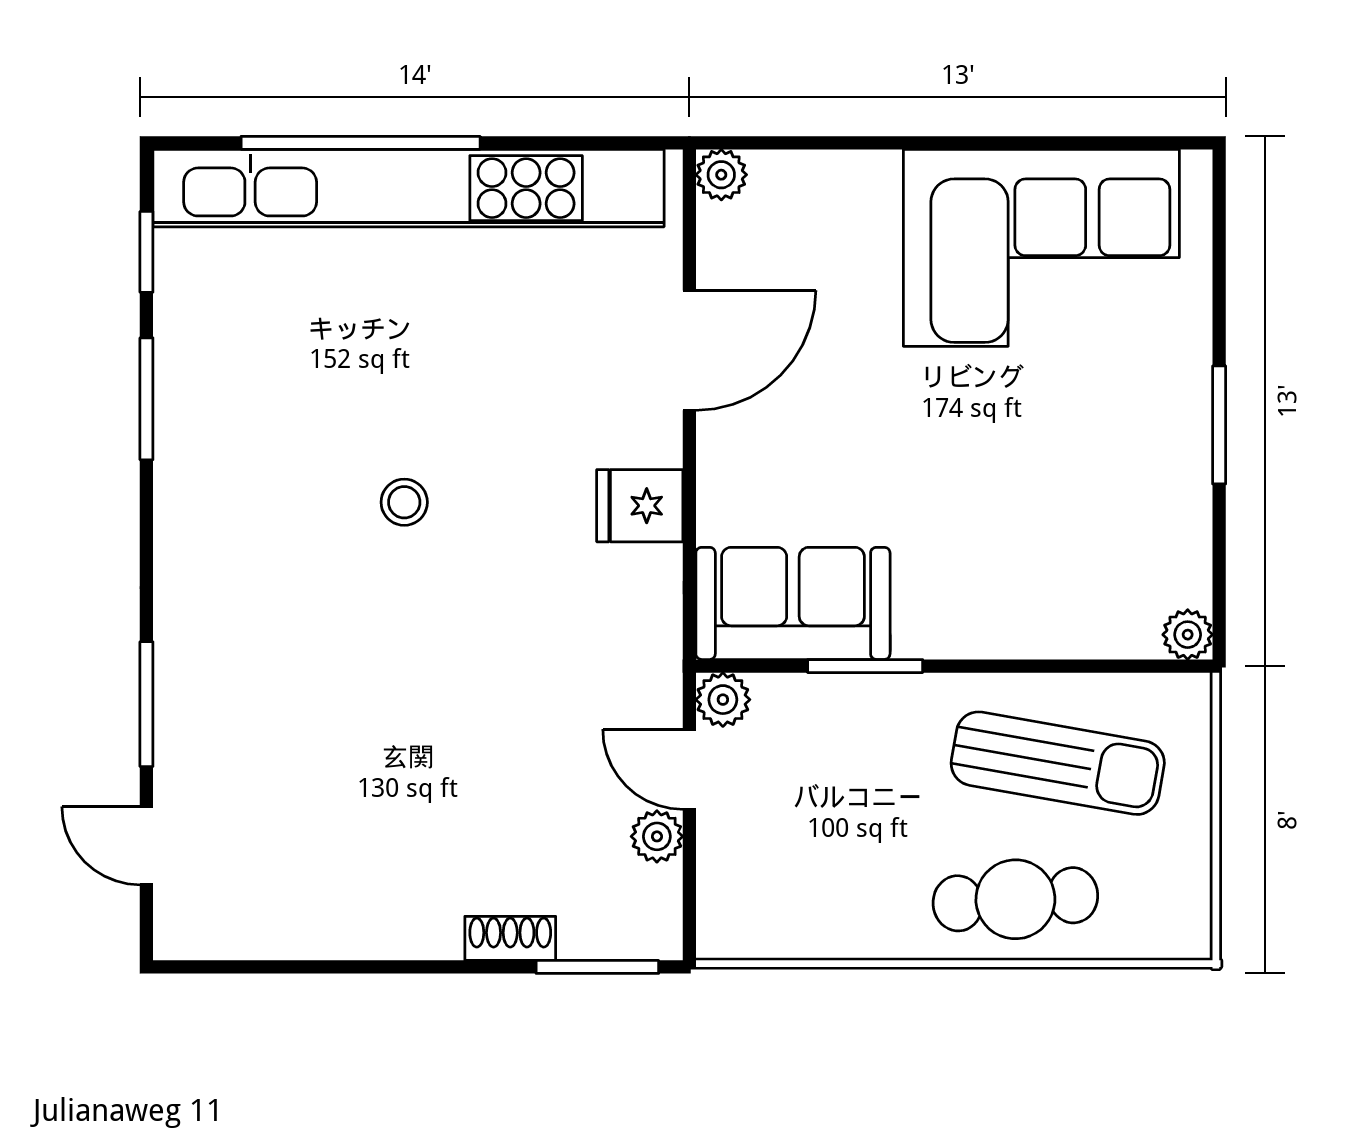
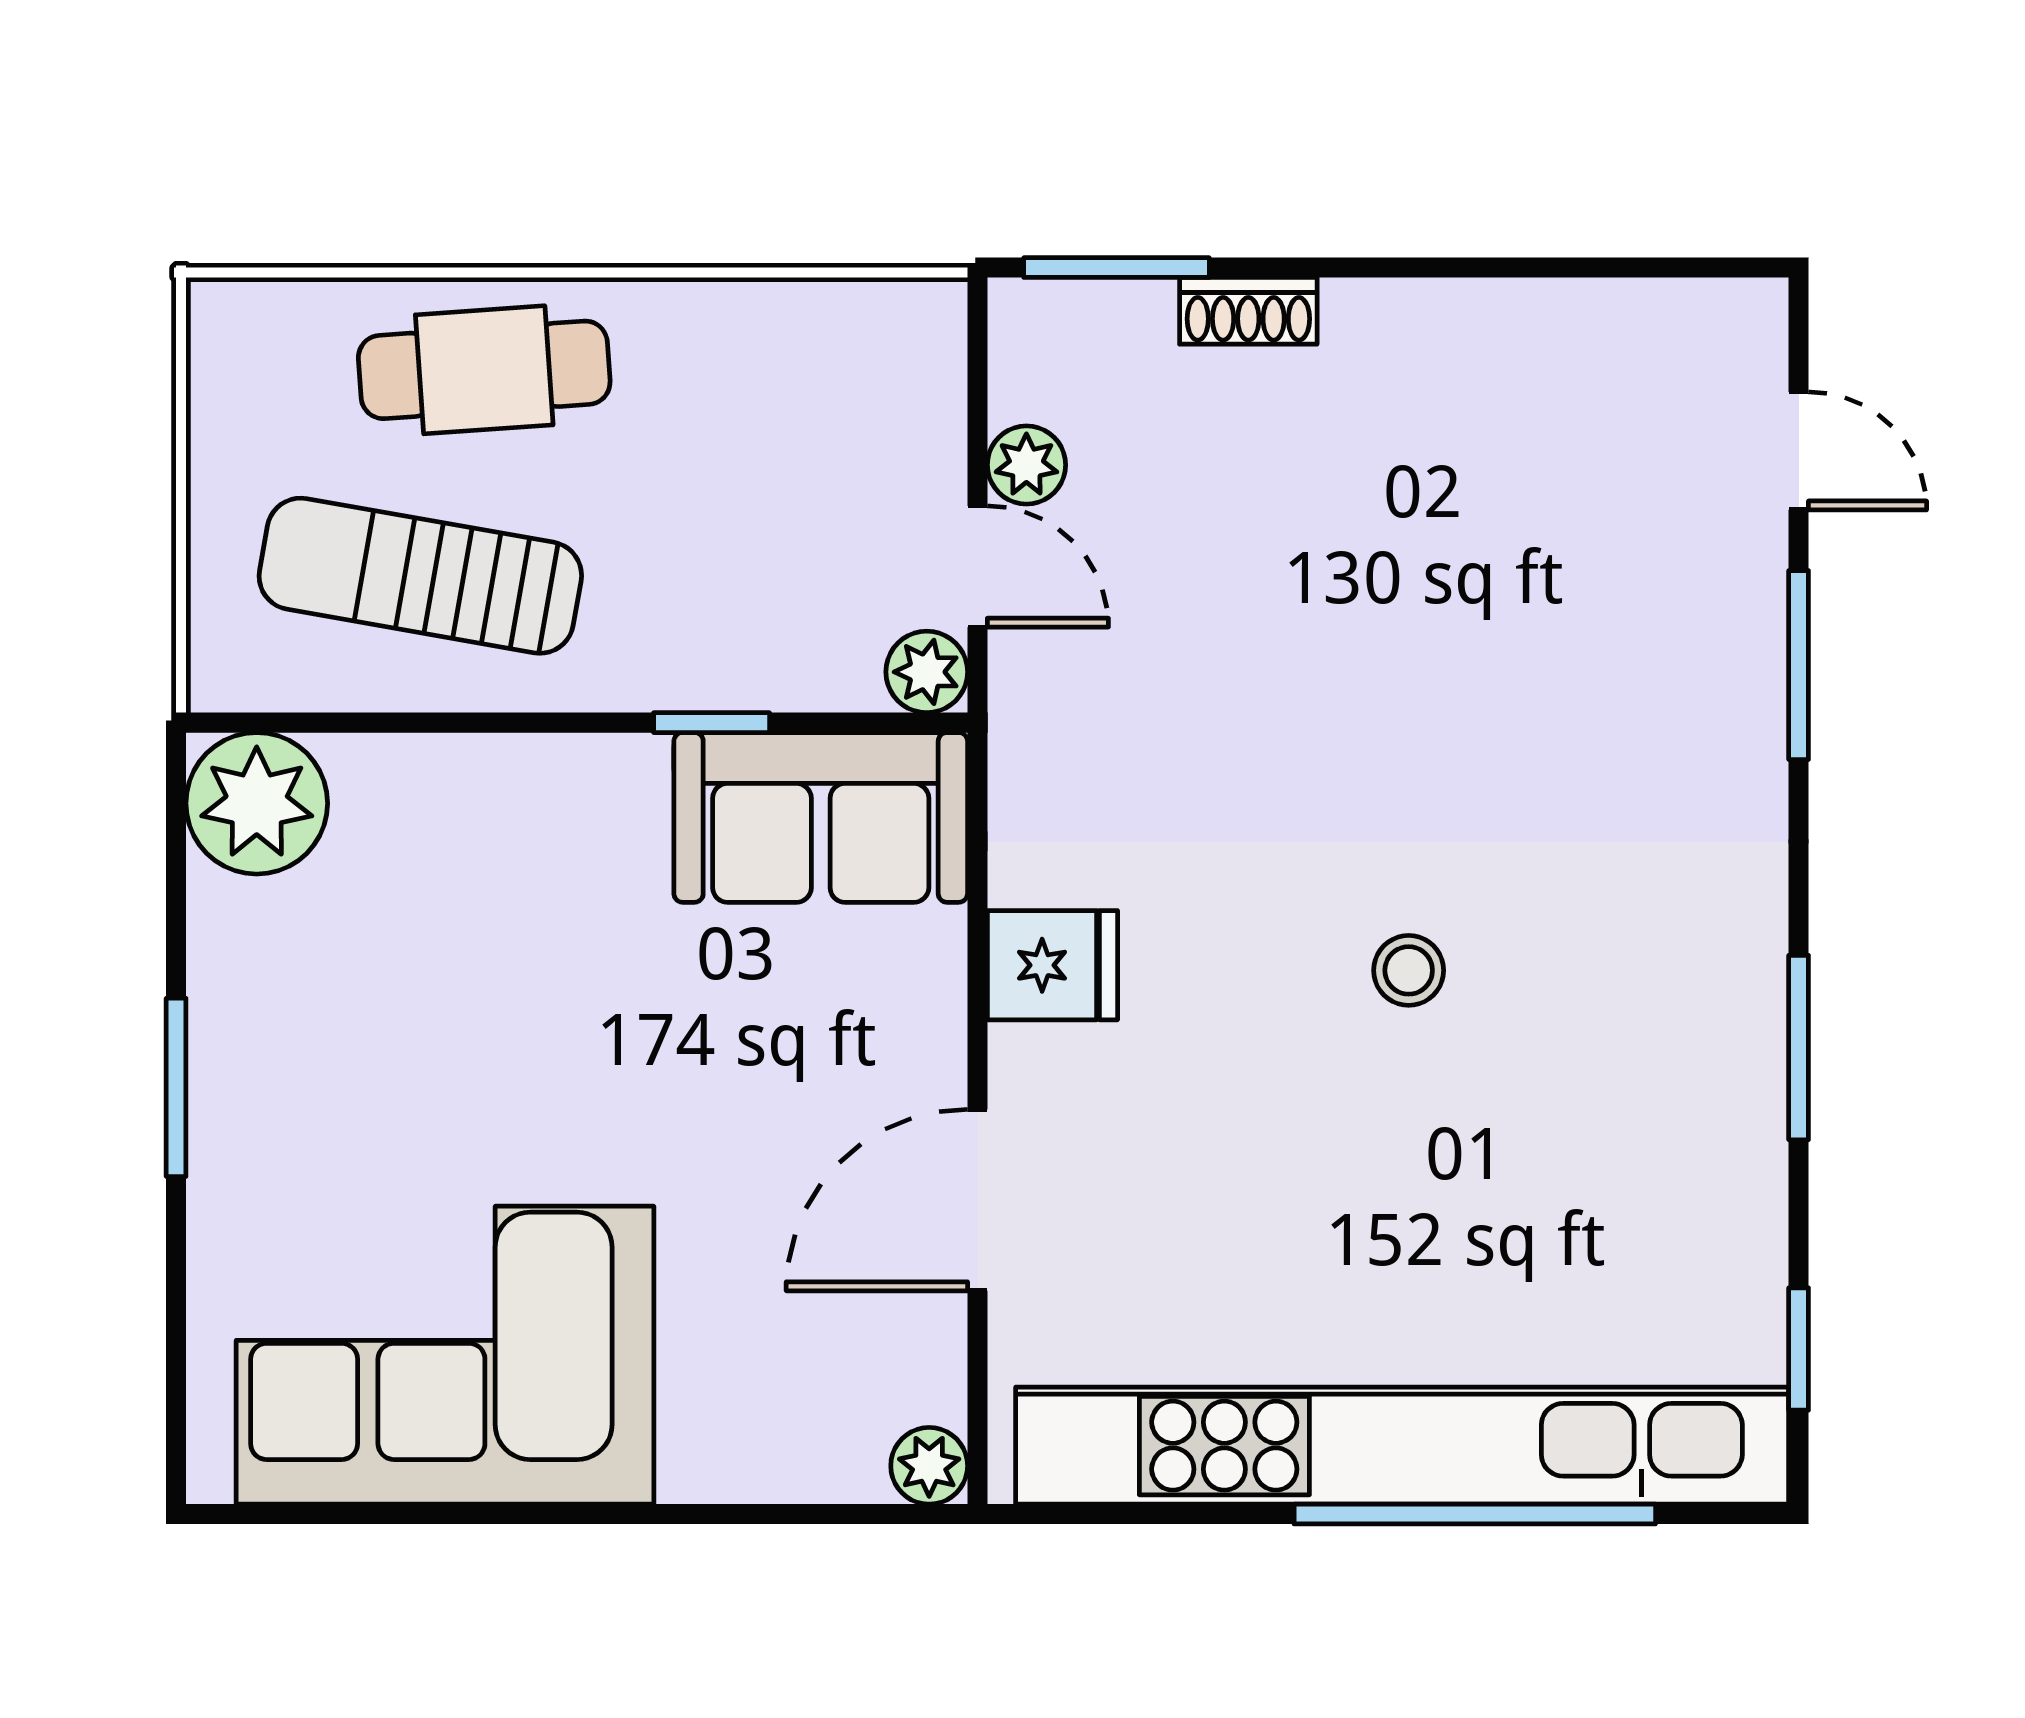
window: (146, 399) -> (1799, 1048), moved
plant: (1188, 635) -> (257, 803), width x1.87, depth x1.87
window: (865, 666) -> (712, 723), width x0.67

